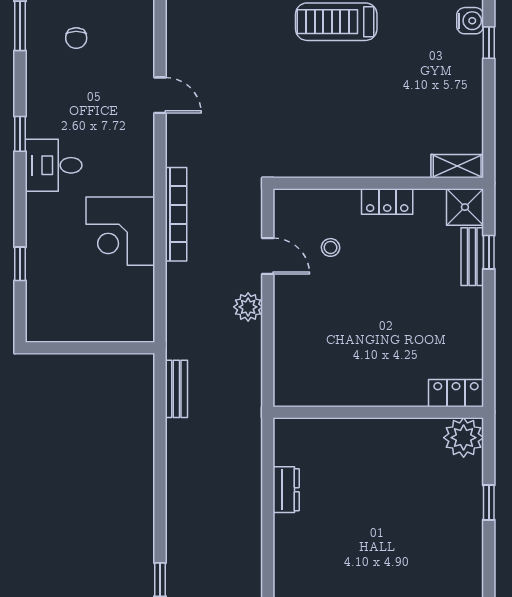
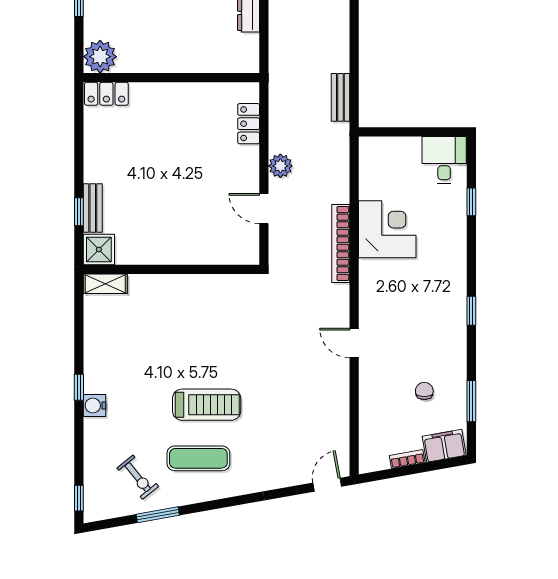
desk: (54, 165) -> (444, 160), moved, turned -90
locker: (387, 202) -> (249, 124), moved, turned -90
stool: (331, 247) -> (211, 216), removed

